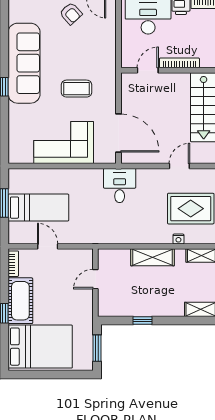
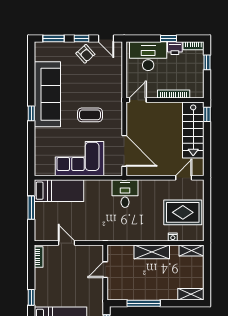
door: (148, 70) -> (138, 100), moved
door: (179, 166) -> (184, 178), moved
bed: (38, 208) -> (59, 191), moved
cot: (20, 301) -> (44, 287), removed
window: (143, 320) -> (144, 303), width x2.17

